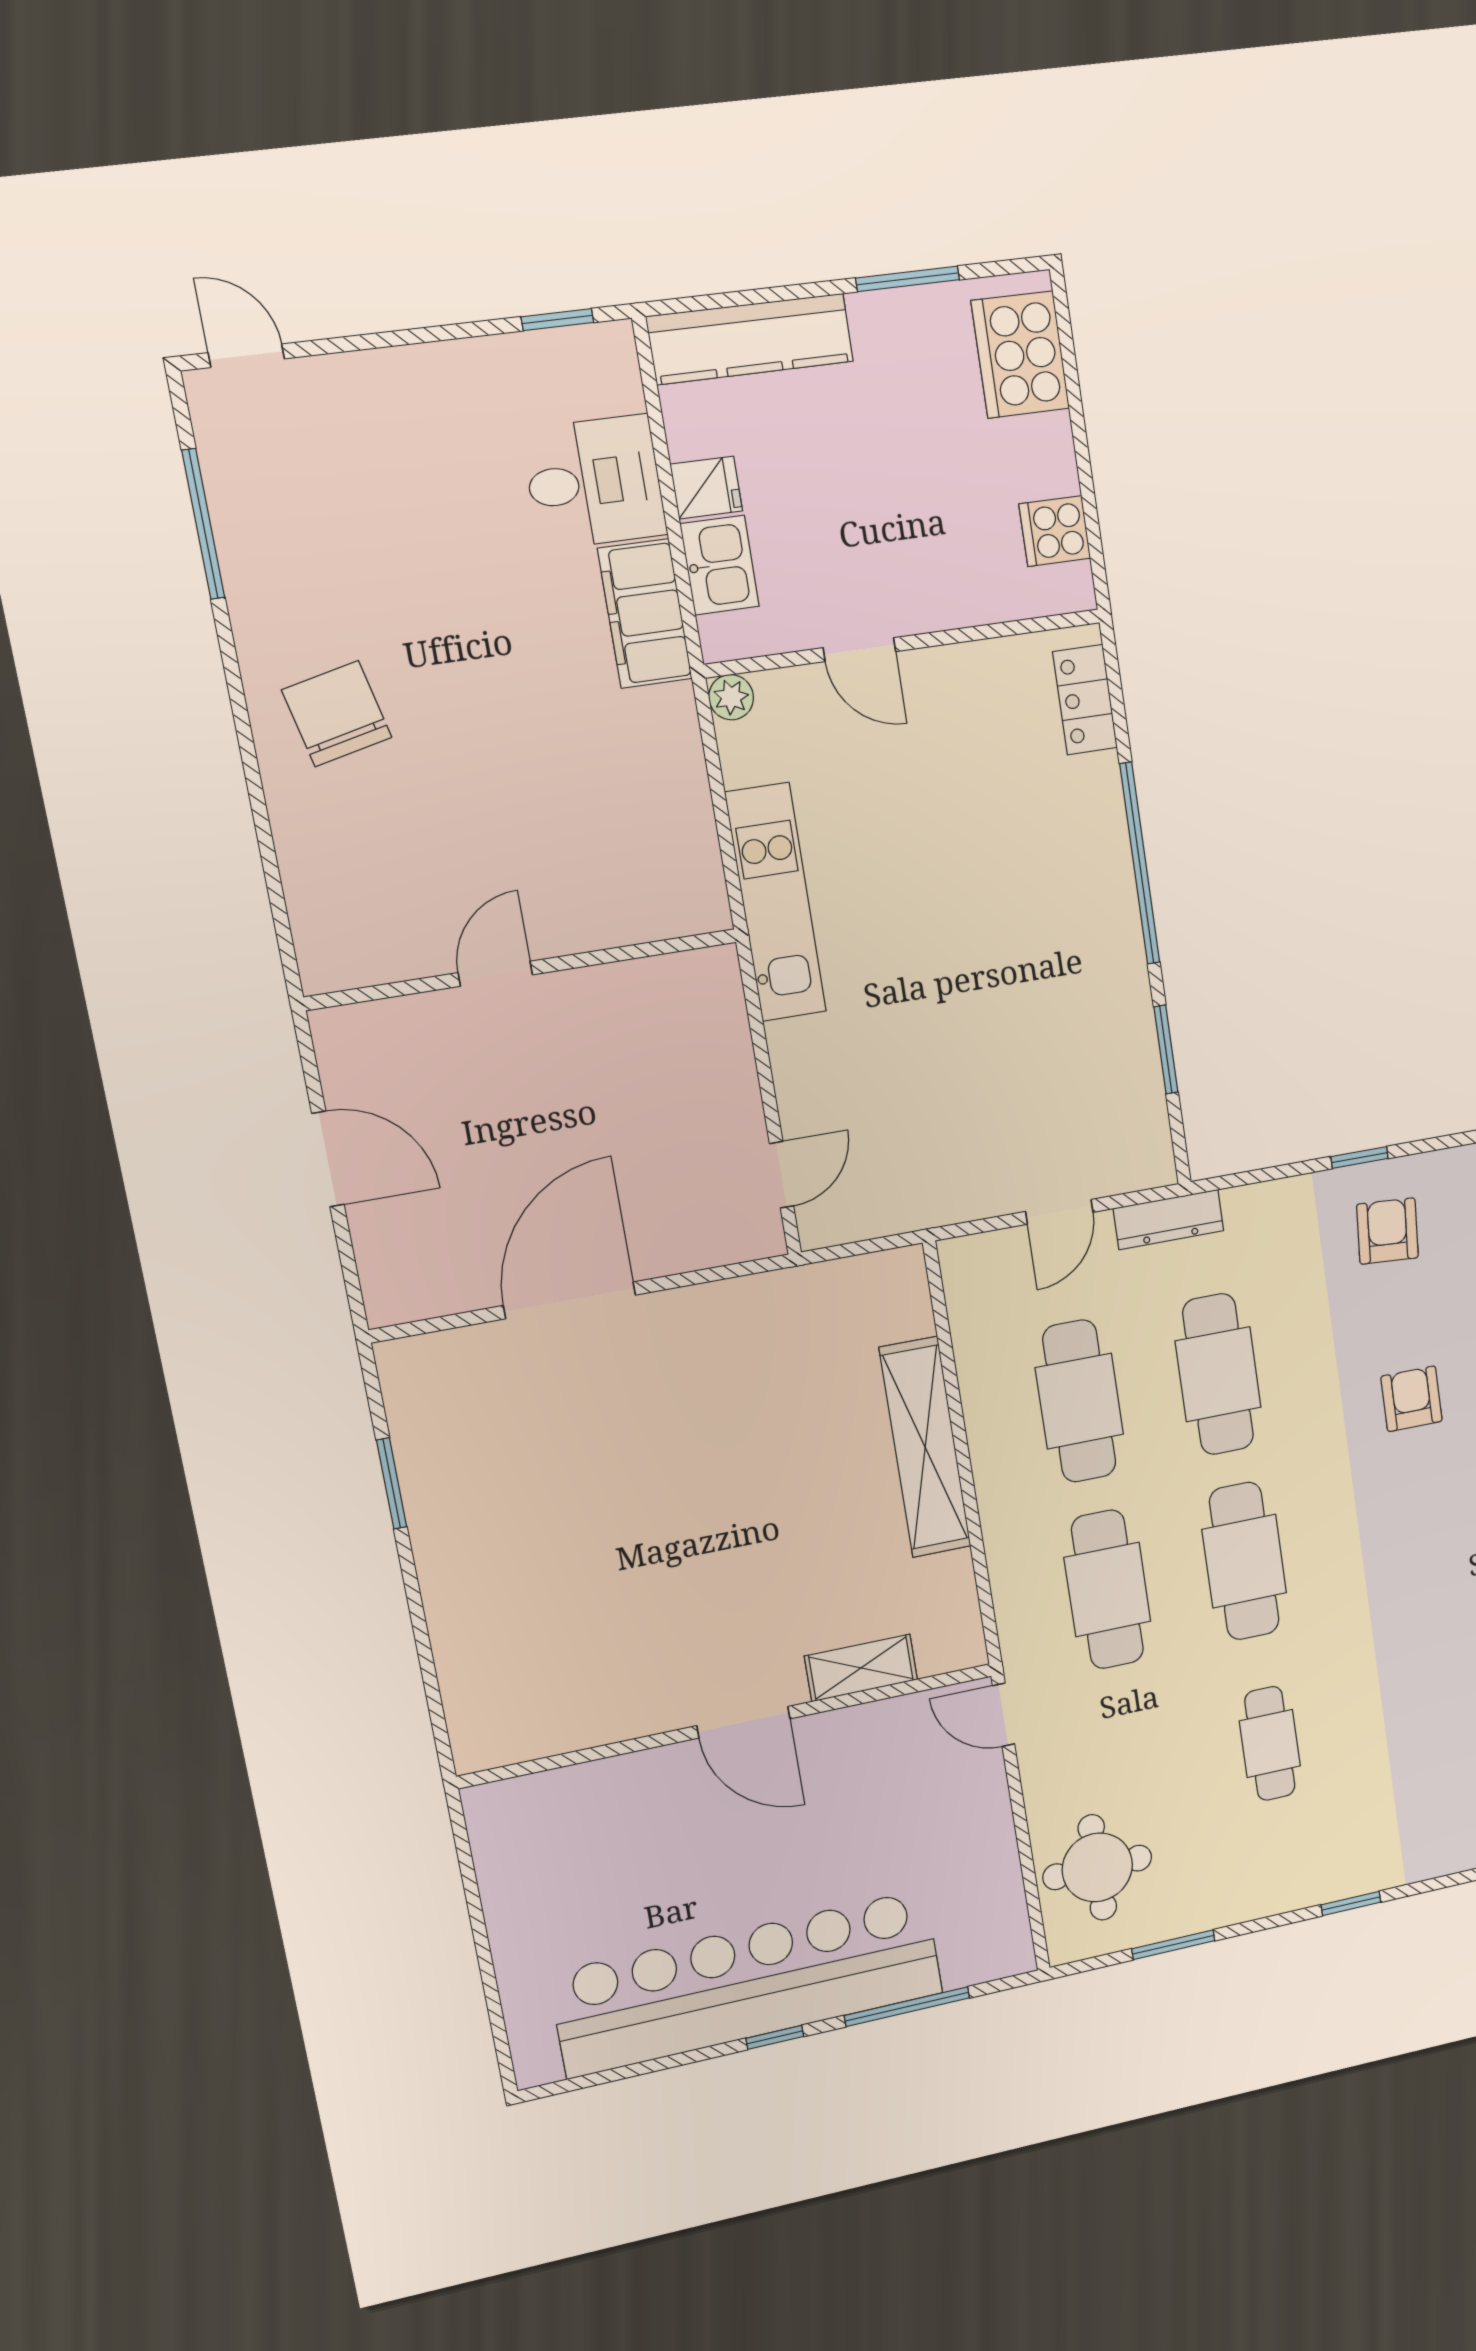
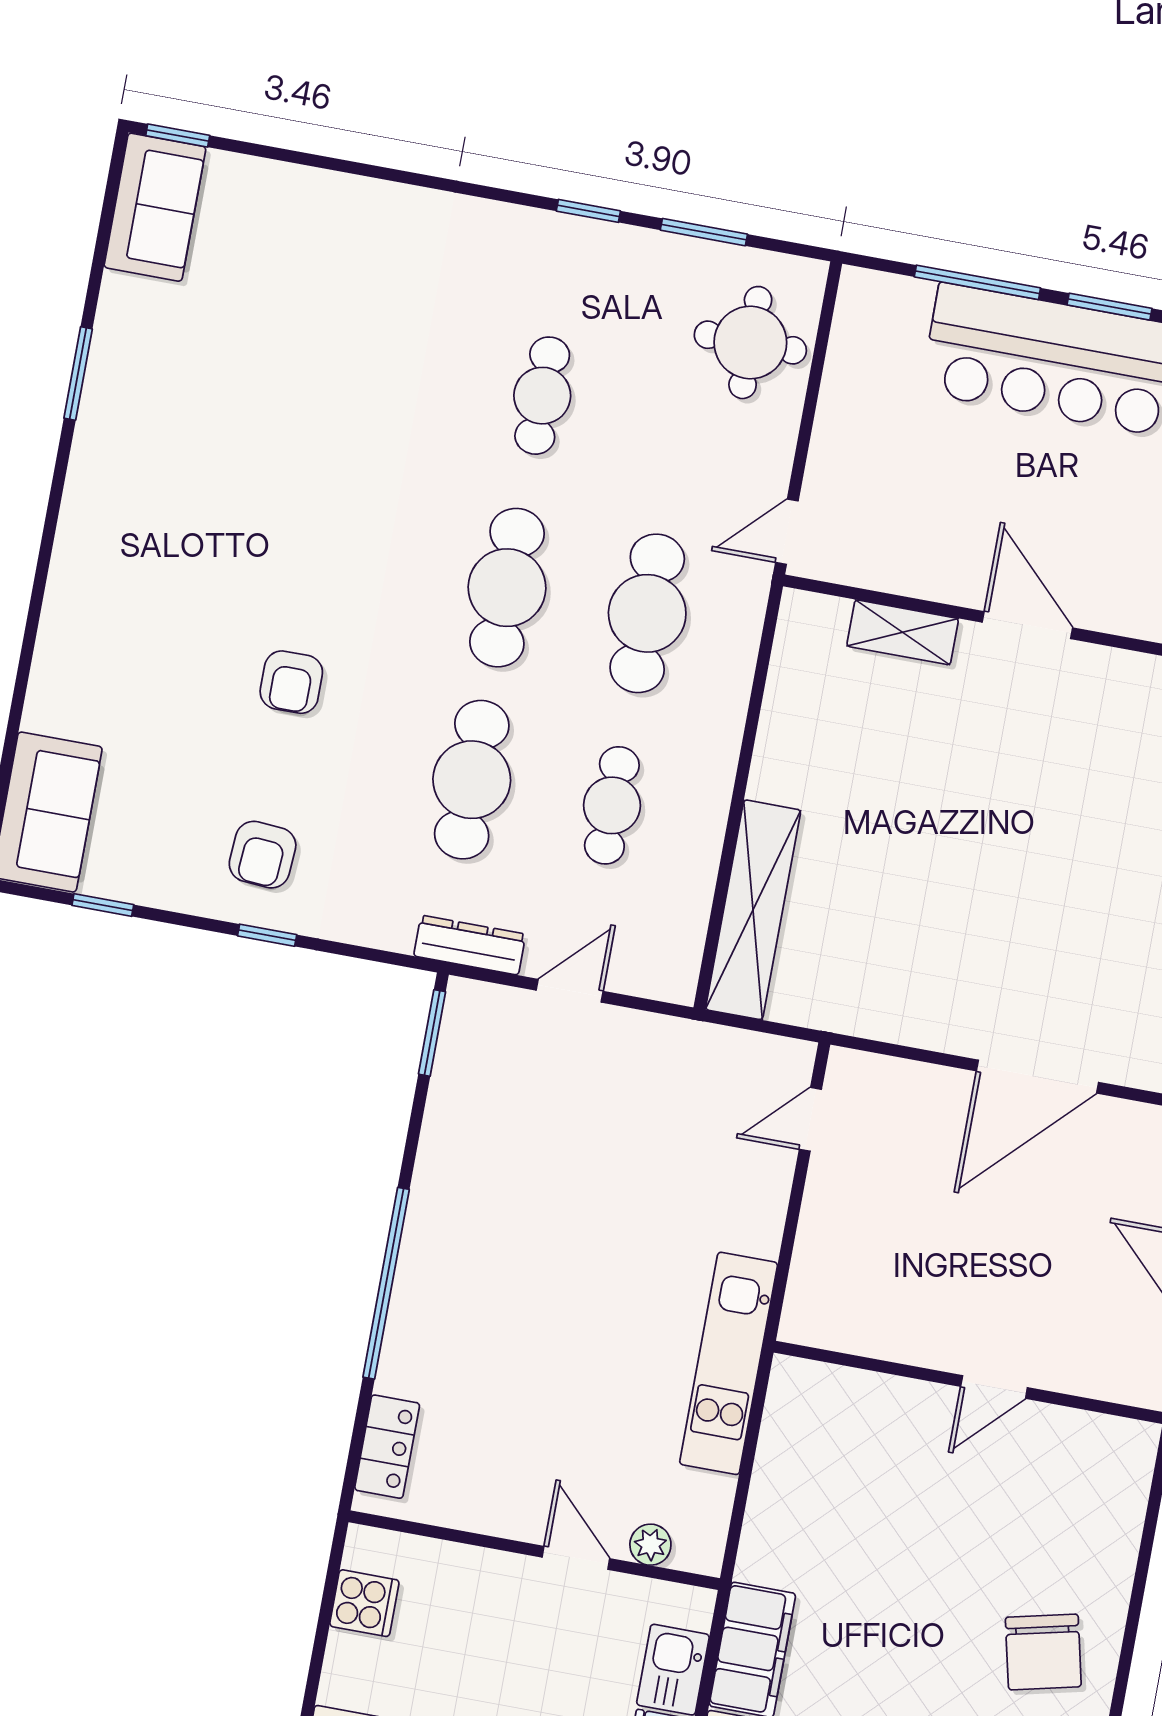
plant: (731, 697) -> (650, 1545), moved
window: (1166, 1049) -> (432, 1033), moved
cafe table: (1079, 1401) -> (612, 805), width x0.73, depth x0.74
shelving: (925, 1447) -> (753, 910), moved
door: (1004, 1715) -> (787, 532), swing flipped
window: (1351, 1903) -> (588, 211), moved
window: (775, 2037) -> (1110, 307), width x1.50

